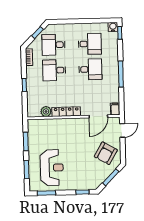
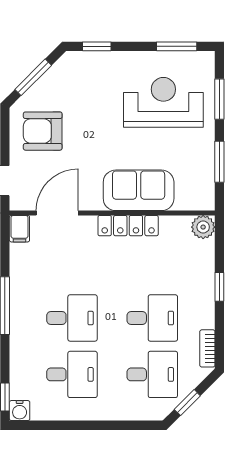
desk: (90, 44) -> (72, 374), turned 180
desk: (90, 69) -> (72, 318), turned 180
plant: (46, 111) -> (203, 227), moved
sofa: (62, 128) -> (139, 190), added
armchair: (106, 153) -> (43, 131), turned -120
reception desk: (52, 168) -> (163, 102), turned 90

